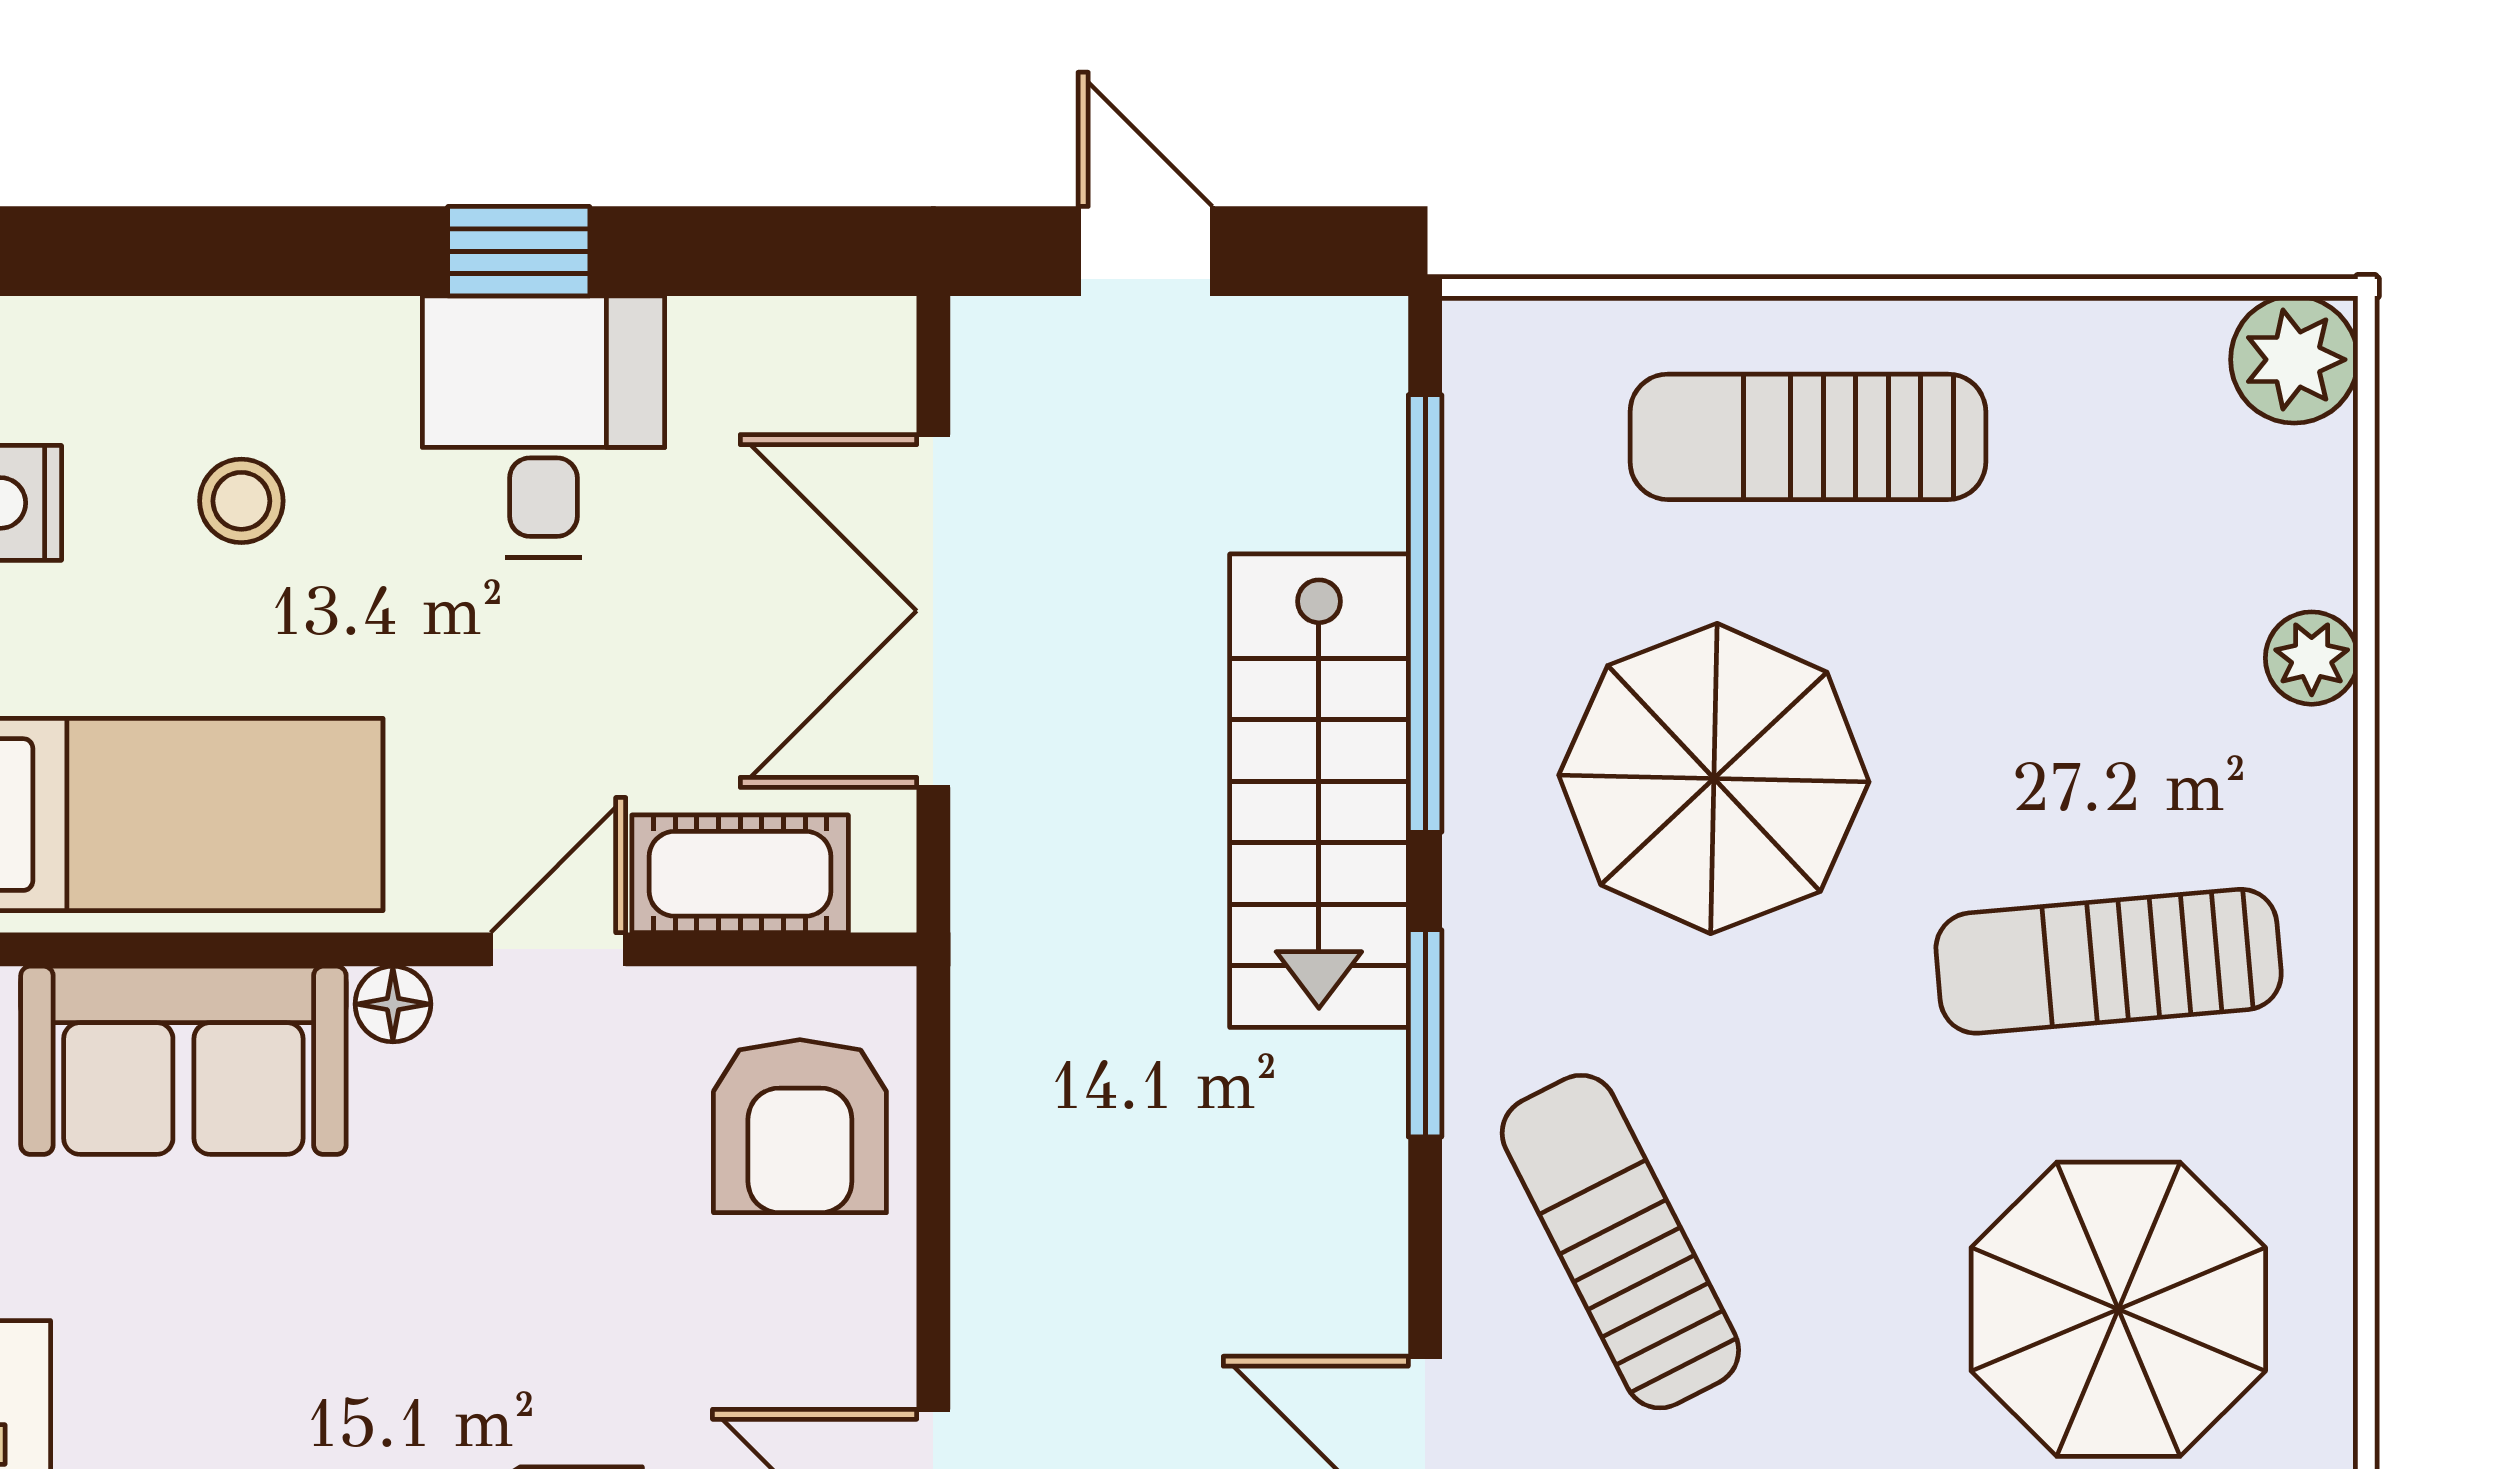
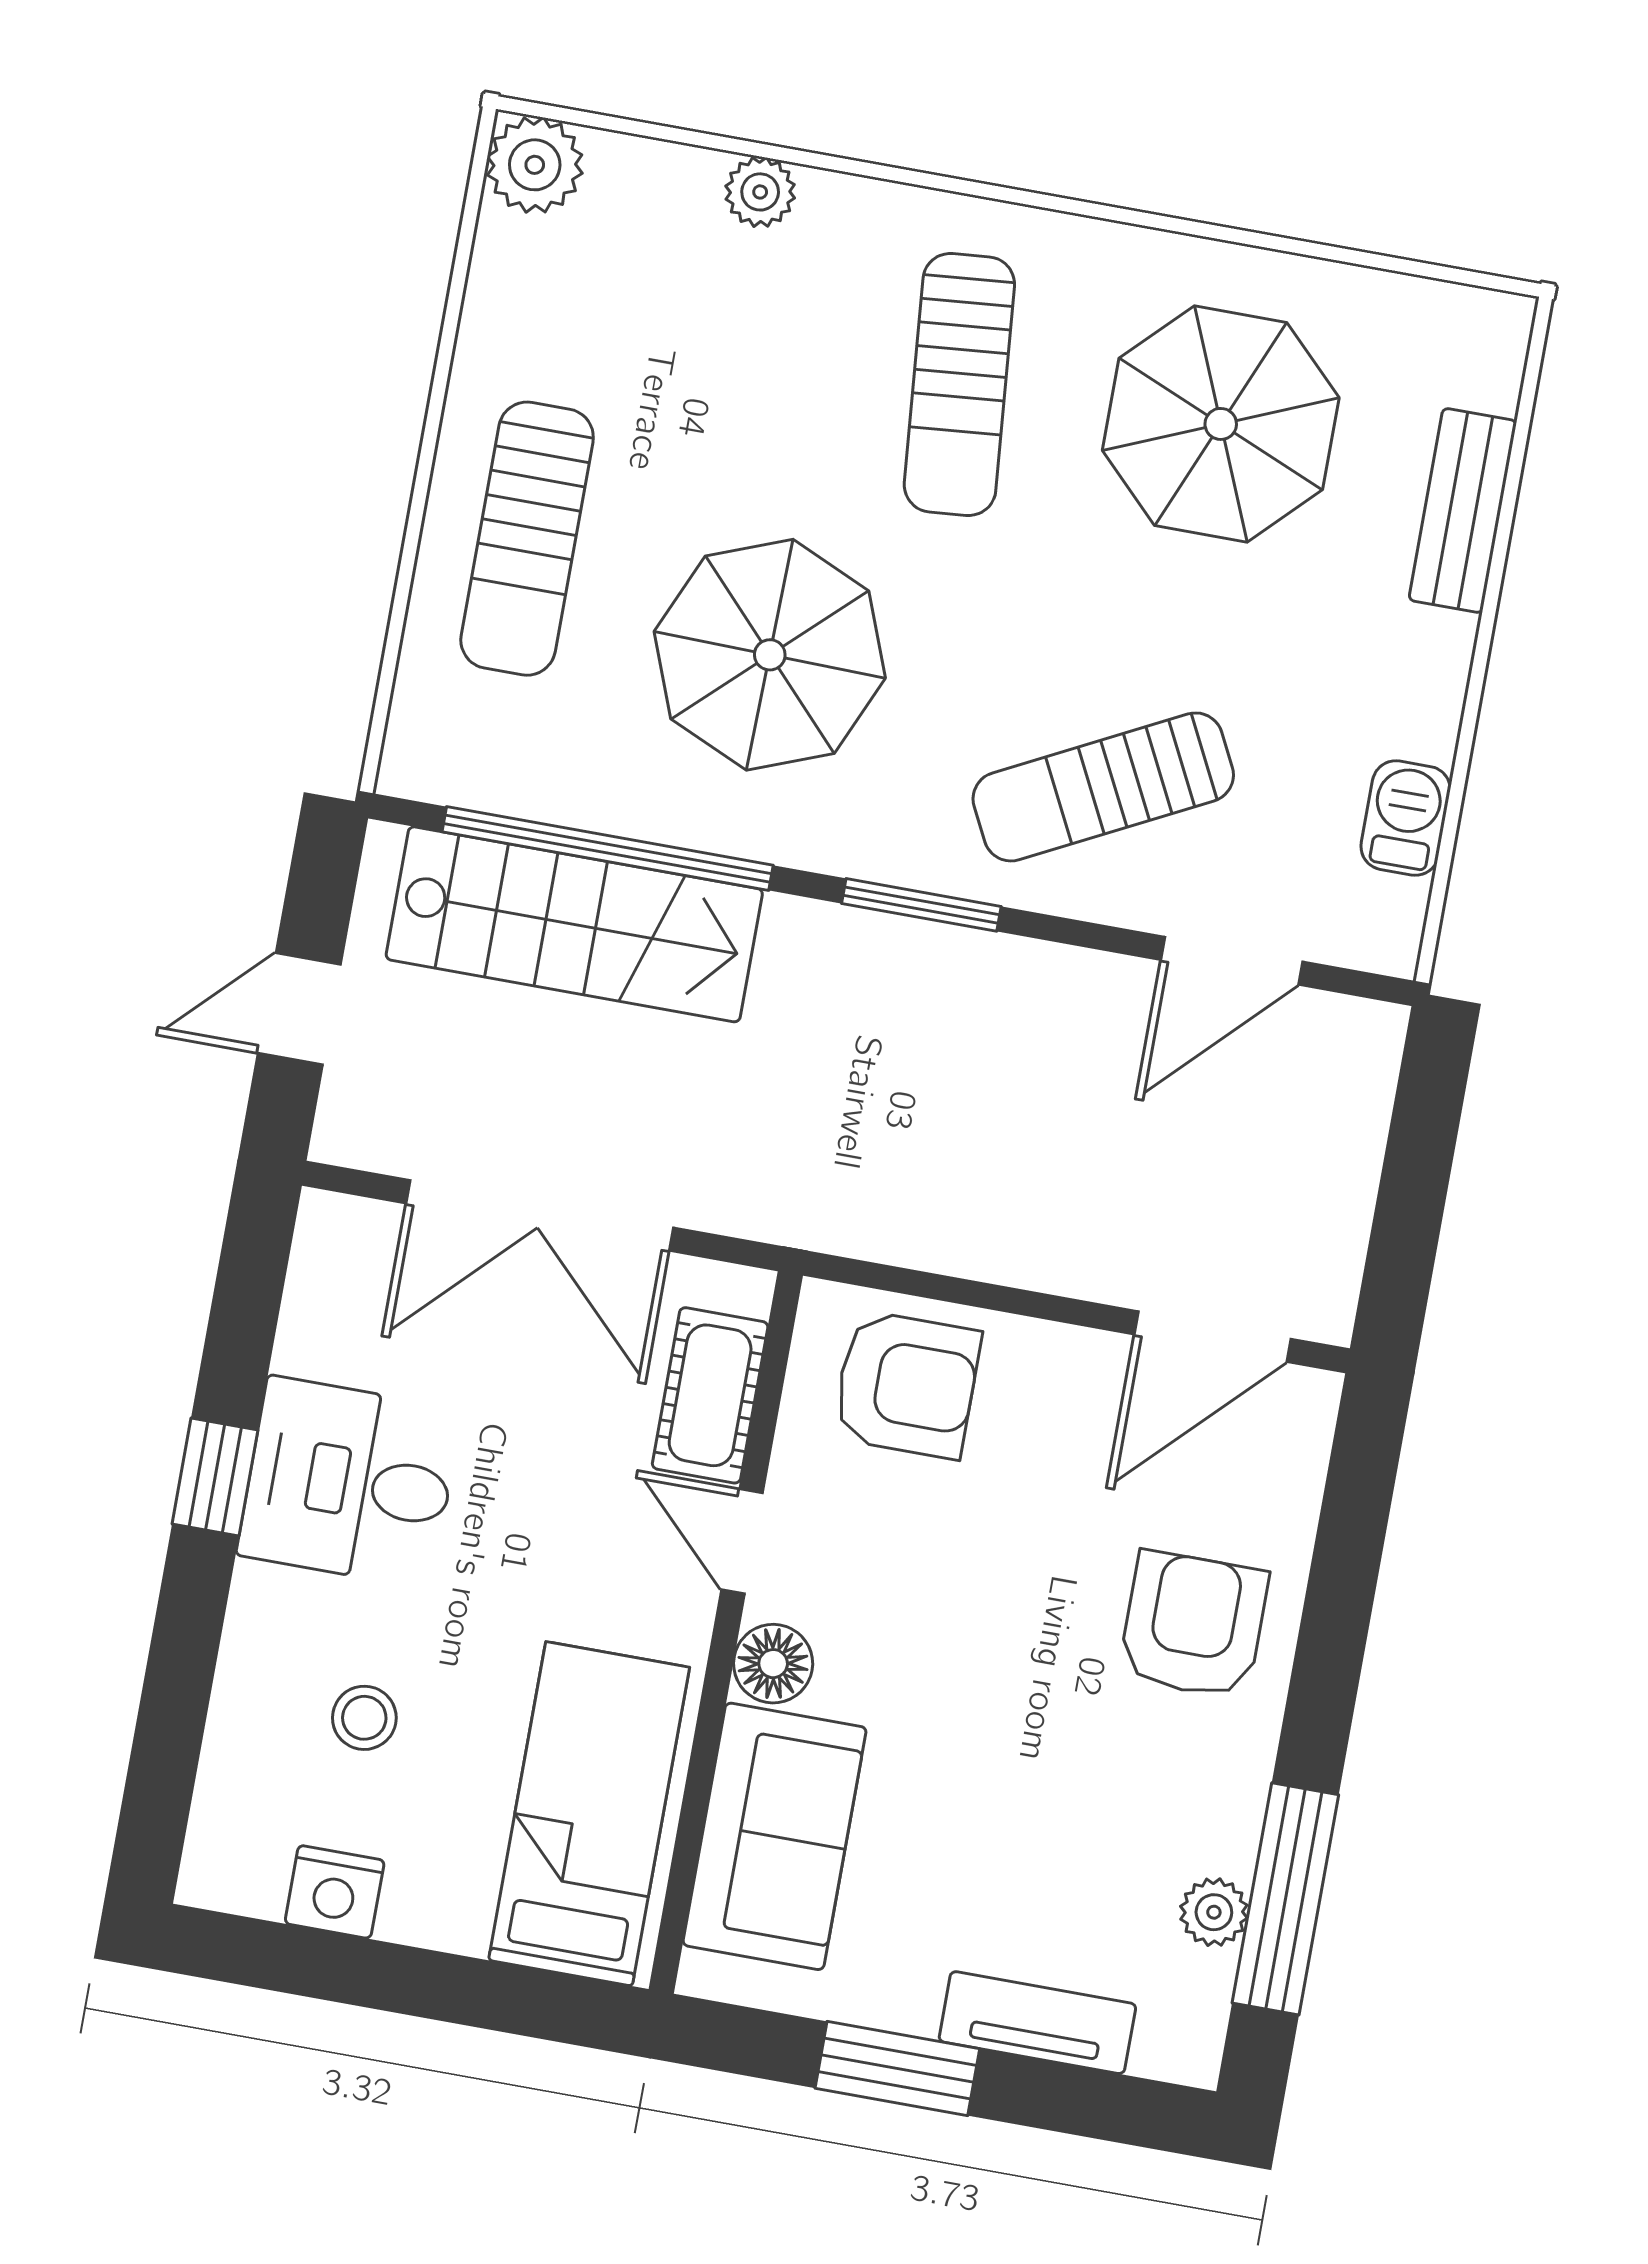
stairs: (1319, 791) -> (574, 924), moved
floor lamp: (393, 1004) -> (773, 1664), width x1.37, depth x1.37

